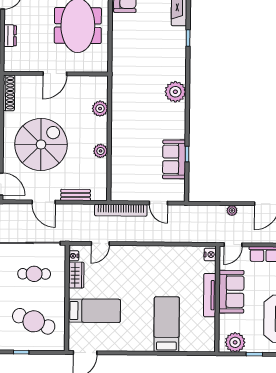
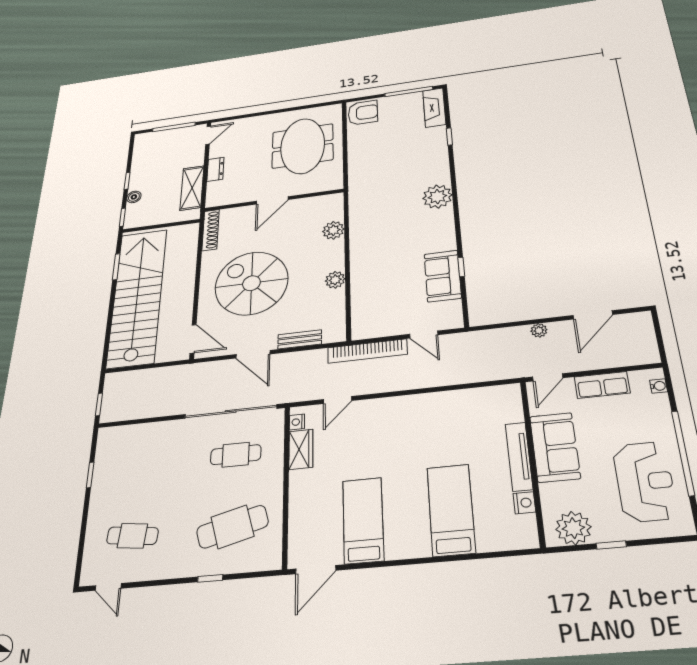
spiral stairs: (41, 144) -> (251, 283), turned -90
nightstand: (210, 255) -> (524, 503), moved
bed: (94, 311) -> (363, 520), moved, turned -90
cafe table: (34, 321) -> (232, 527), turned -36

